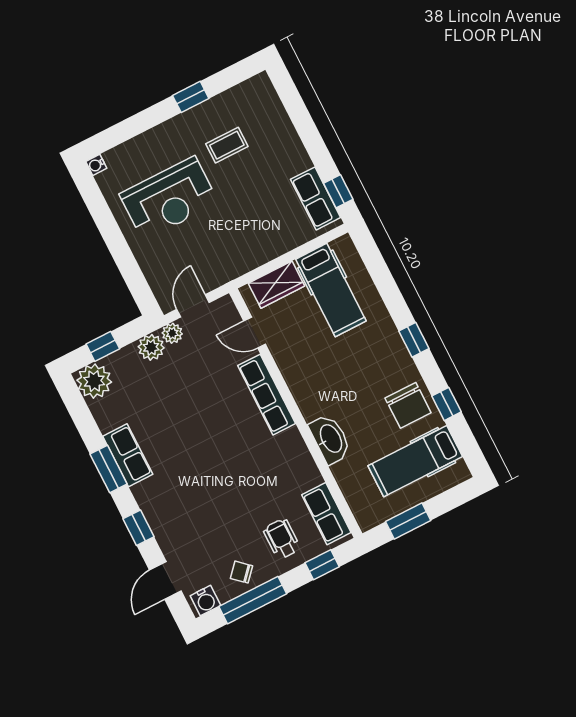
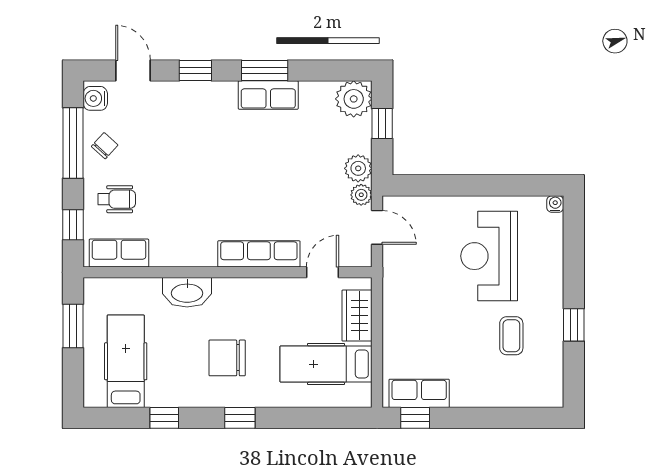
chair: (408, 405) -> (227, 358), moved

